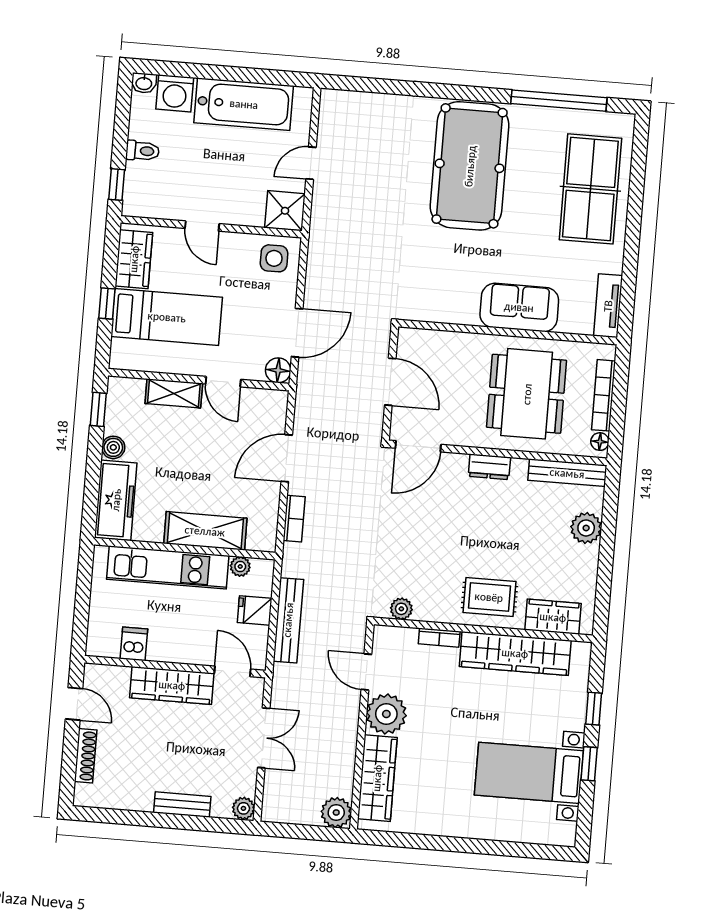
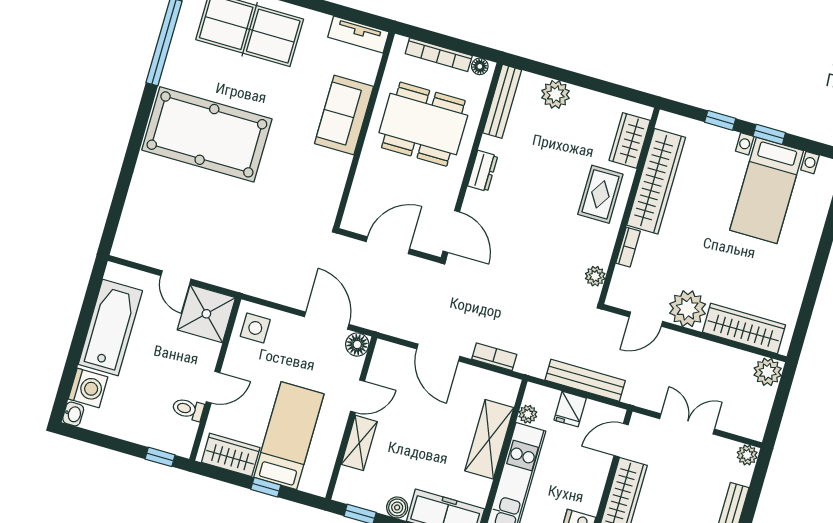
toilet: (143, 151) -> (188, 409), moved, turned -90
shower: (285, 211) -> (206, 314), width x1.36, depth x1.36

